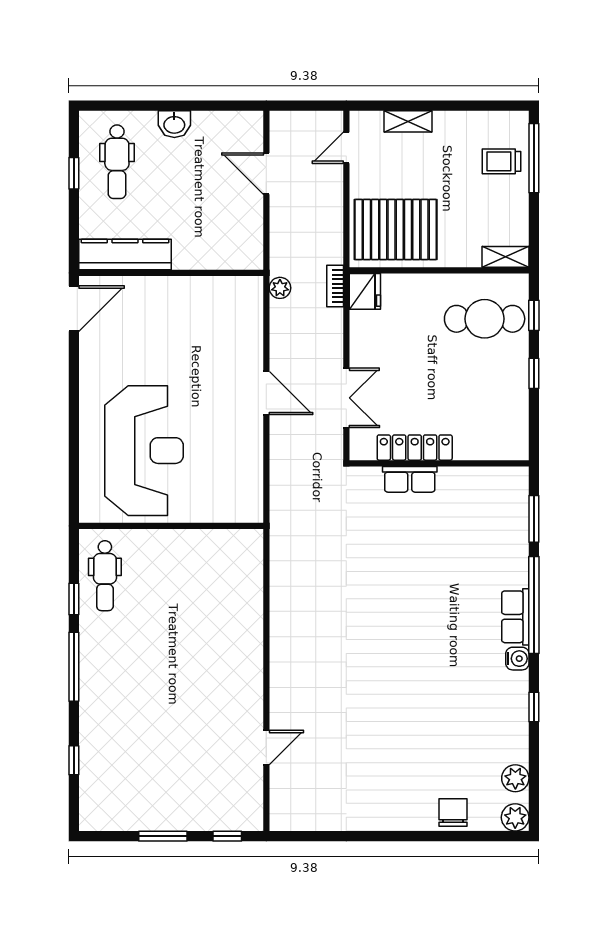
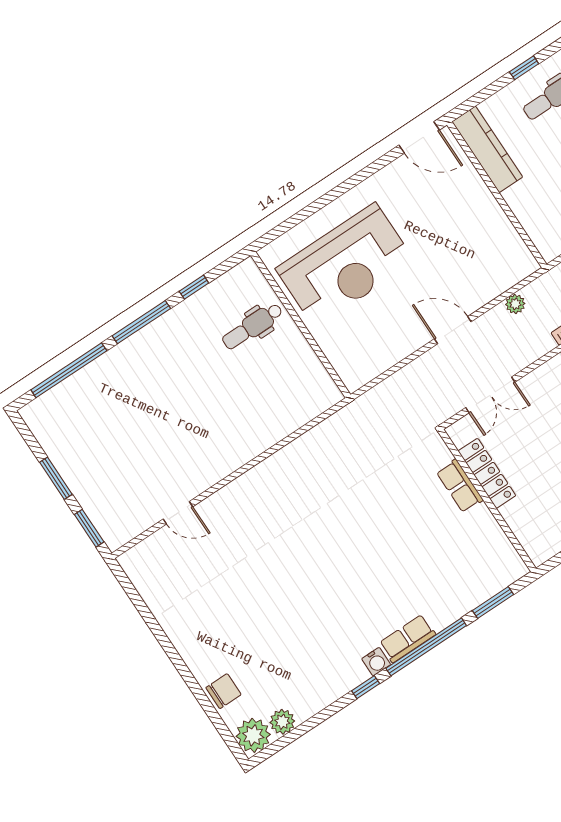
plant: (280, 288) -> (515, 304), moved
door: (266, 393) -> (453, 330), swing flipped
dental chair: (105, 576) -> (252, 326), moved
window: (534, 707) -> (366, 687), moved
window: (74, 760) -> (69, 370), width x3.17
plant: (515, 817) -> (253, 735), width x1.36, depth x1.36
window: (227, 836) -> (89, 528), width x1.50

